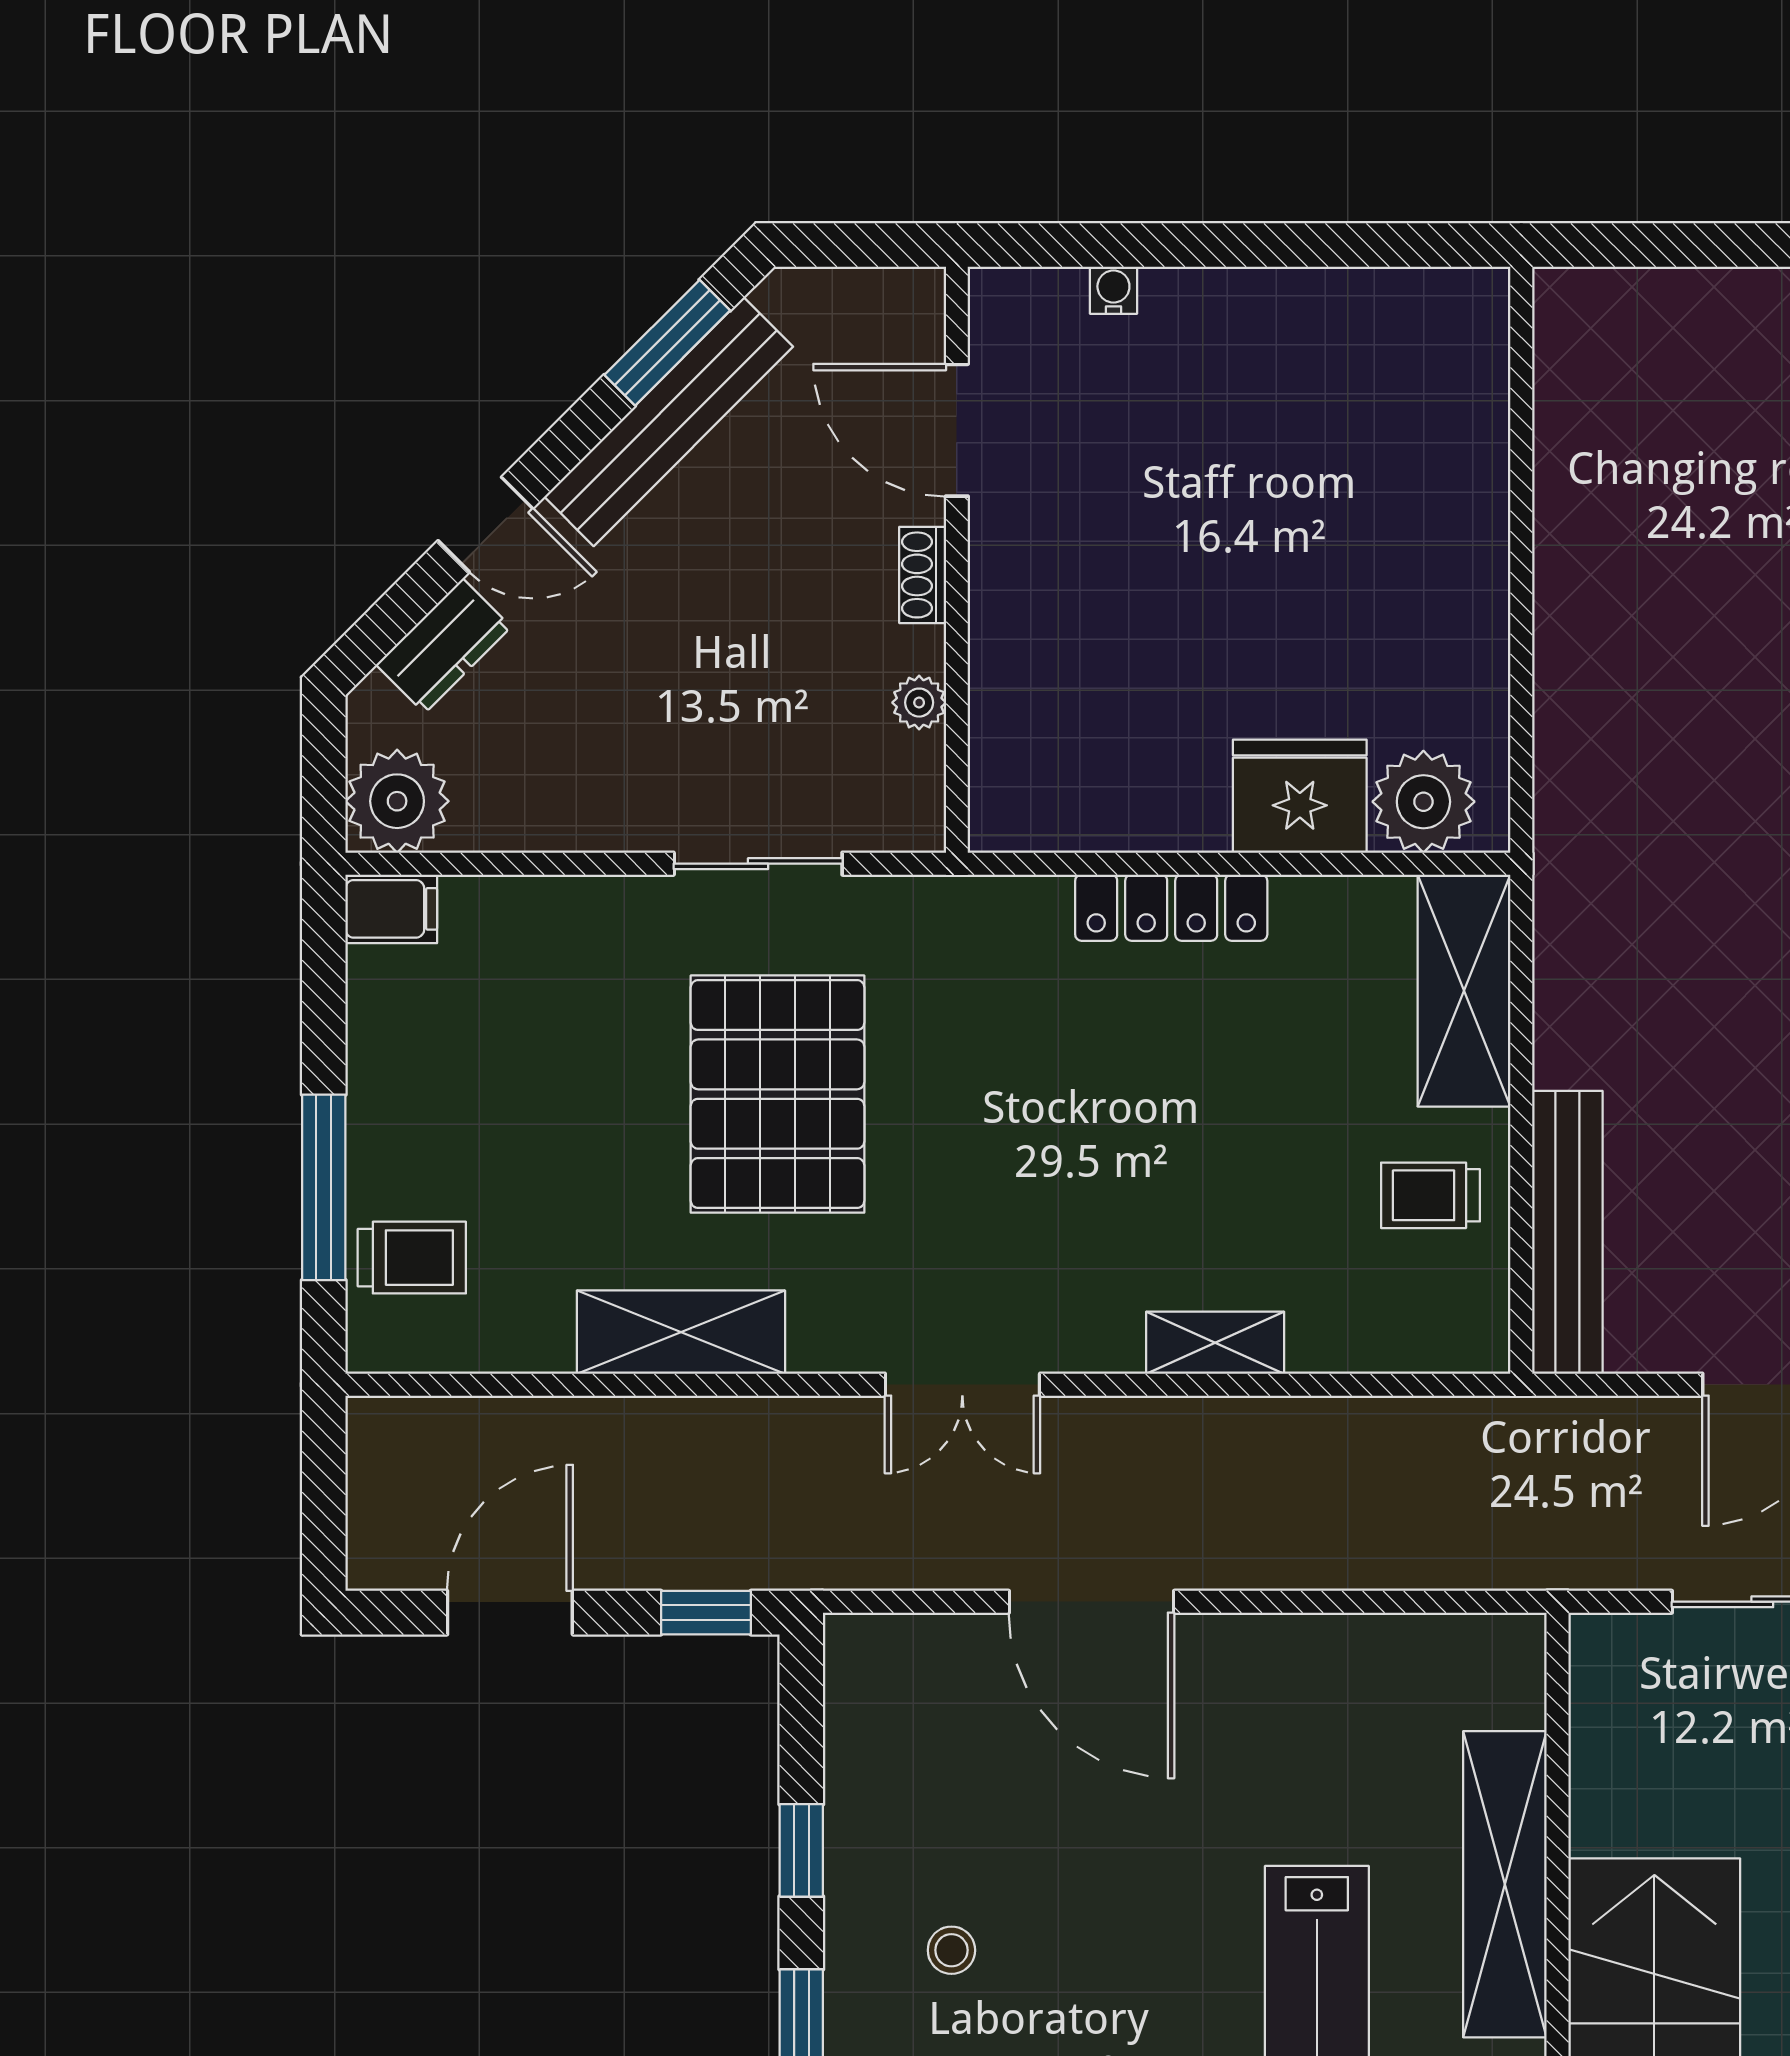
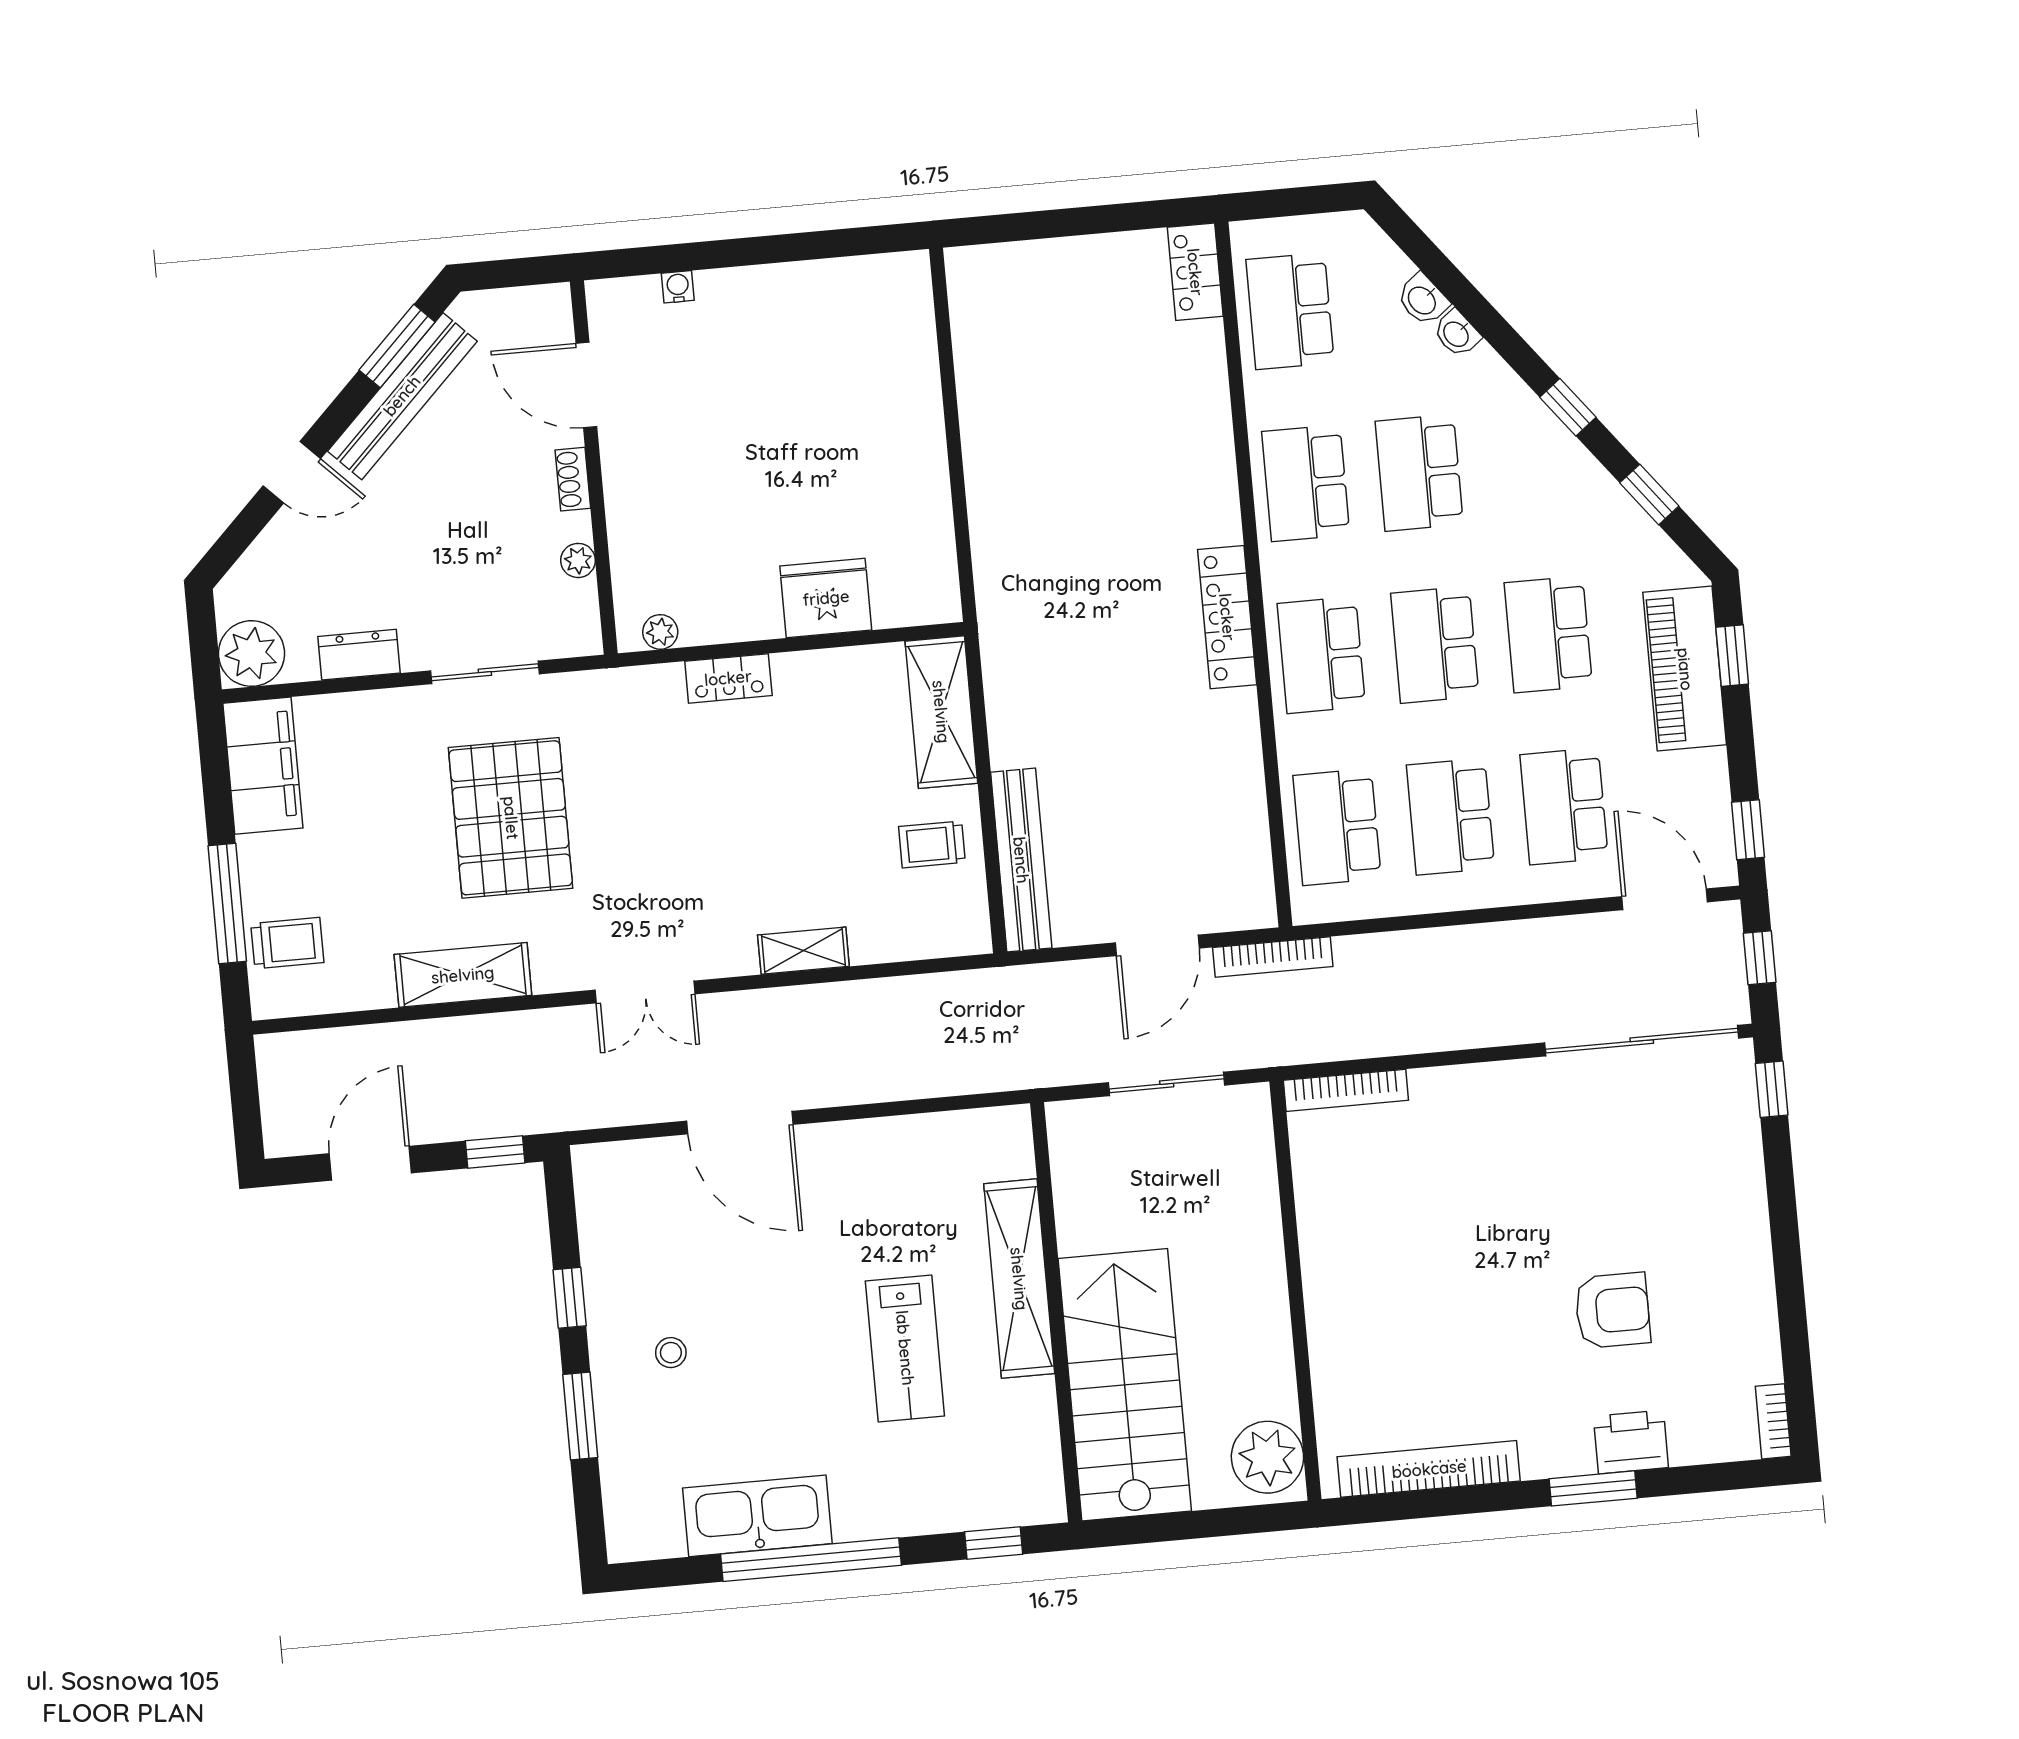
dresser: (444, 646) -> (359, 655), moved, turned -135
plant: (1423, 802) -> (660, 632), moved, width x0.53, depth x0.53
locker: (1171, 908) -> (728, 678), width x0.66
filing cabinet: (391, 909) -> (263, 766), width x3.00, depth x1.17

